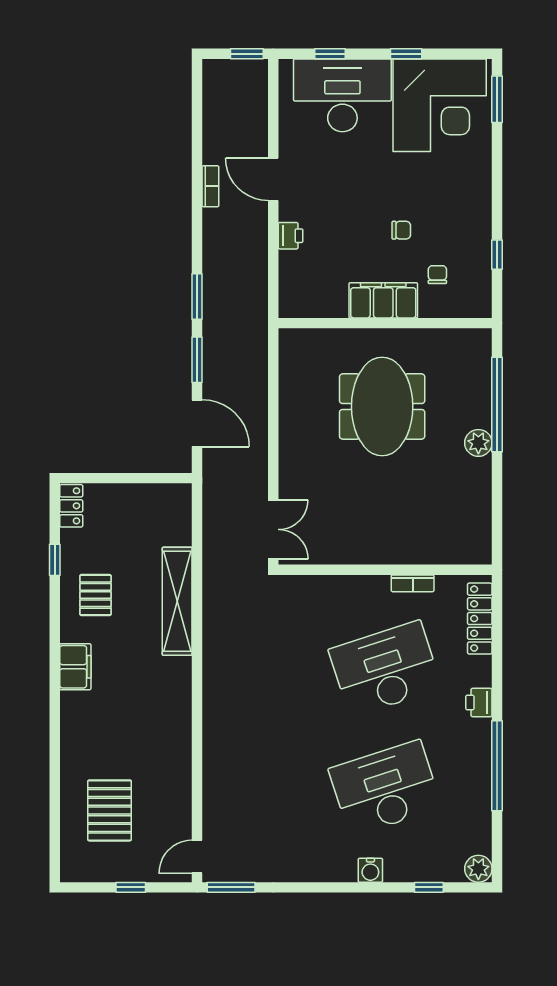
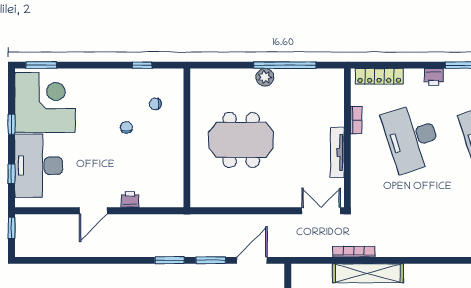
bookcase: (210, 186) -> (354, 252), moved, width x1.56
filing cabinet: (383, 300) -> (172, 139), removed
window: (497, 405) -> (285, 65), moved
tv unit: (363, 554) -> (337, 152), added

